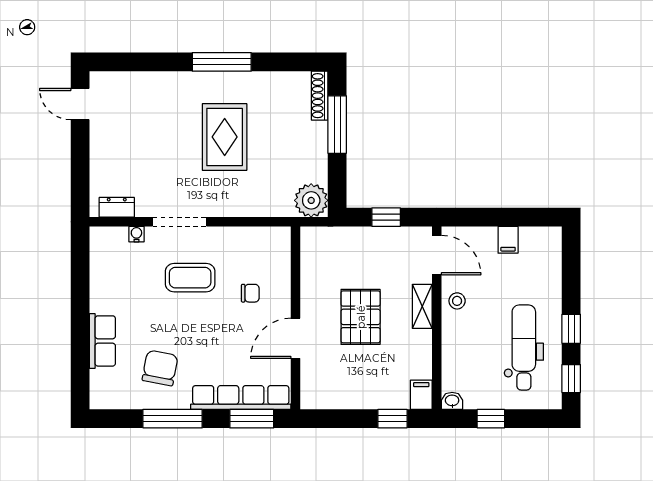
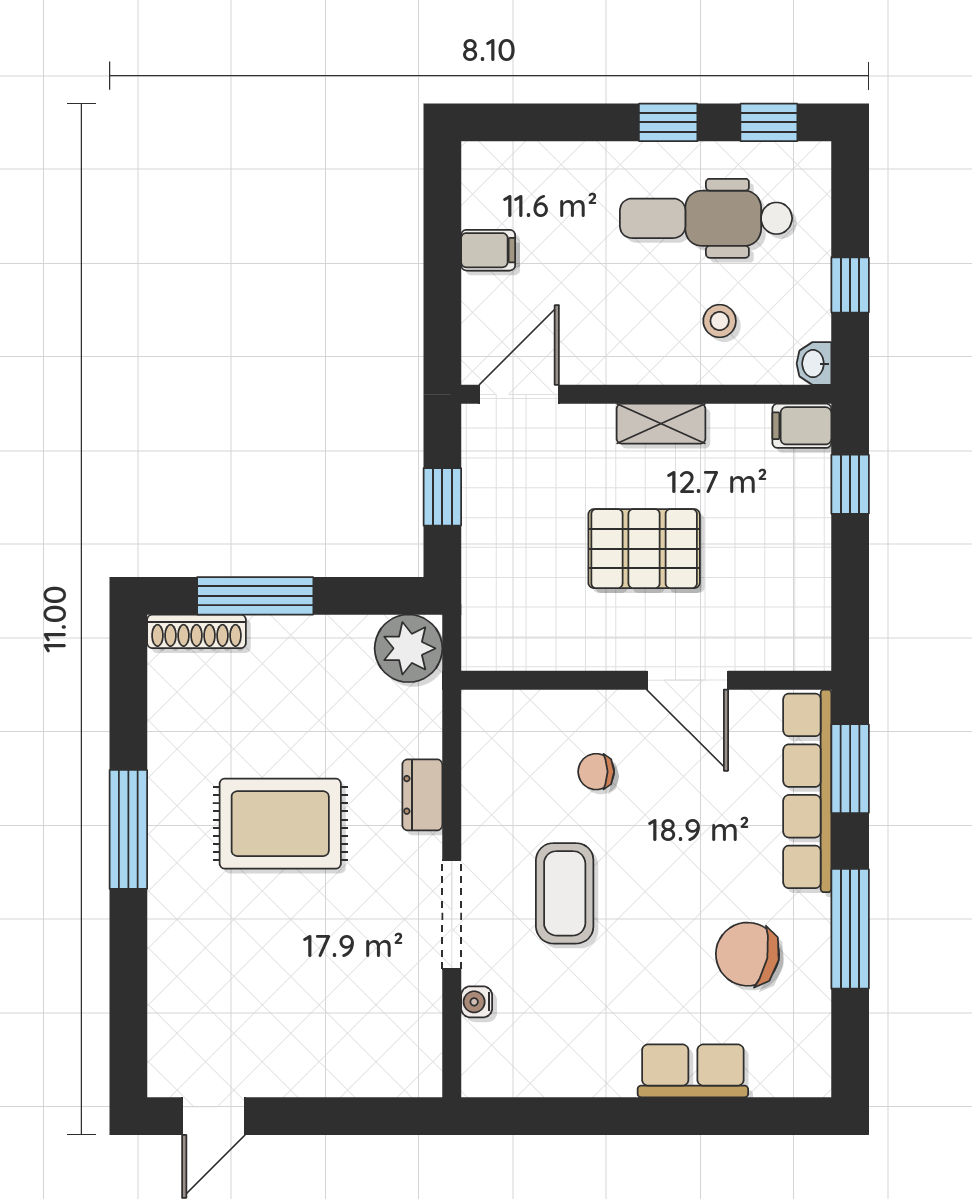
dresser: (117, 207) -> (422, 795), moved
chair: (250, 293) -> (596, 772), turned -90
stool: (457, 301) -> (720, 321), moved
shelving: (422, 306) -> (661, 424), moved

